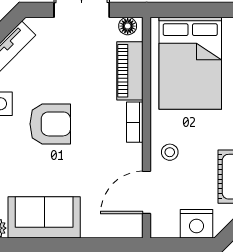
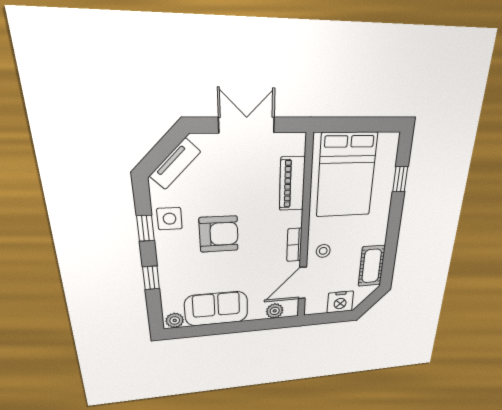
floor lamp: (128, 26) -> (292, 141), removed
bookcase: (135, 122) -> (294, 245), moved
plant: (113, 228) -> (275, 311), added

